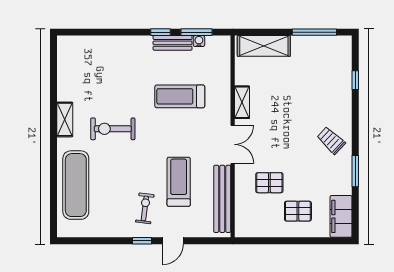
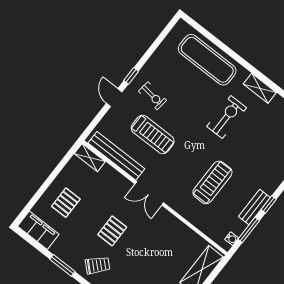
water cooler: (199, 41) -> (232, 239), moved
shelving: (242, 102) -> (90, 158), moved
pallet: (269, 183) -> (112, 231), moved

